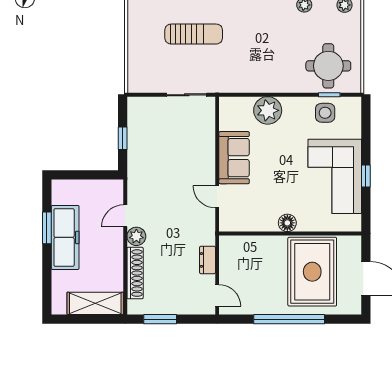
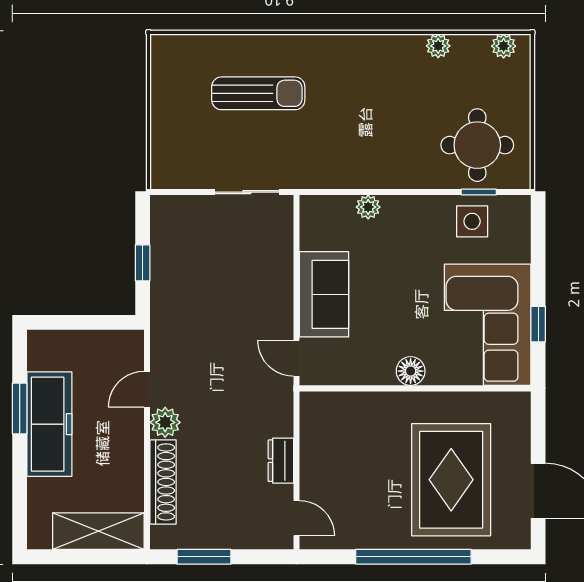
plant: (268, 110) -> (368, 207), width x0.53, depth x0.53
floor lamp: (287, 223) -> (411, 371), moved
wall: (290, 234) -> (415, 388), moved

